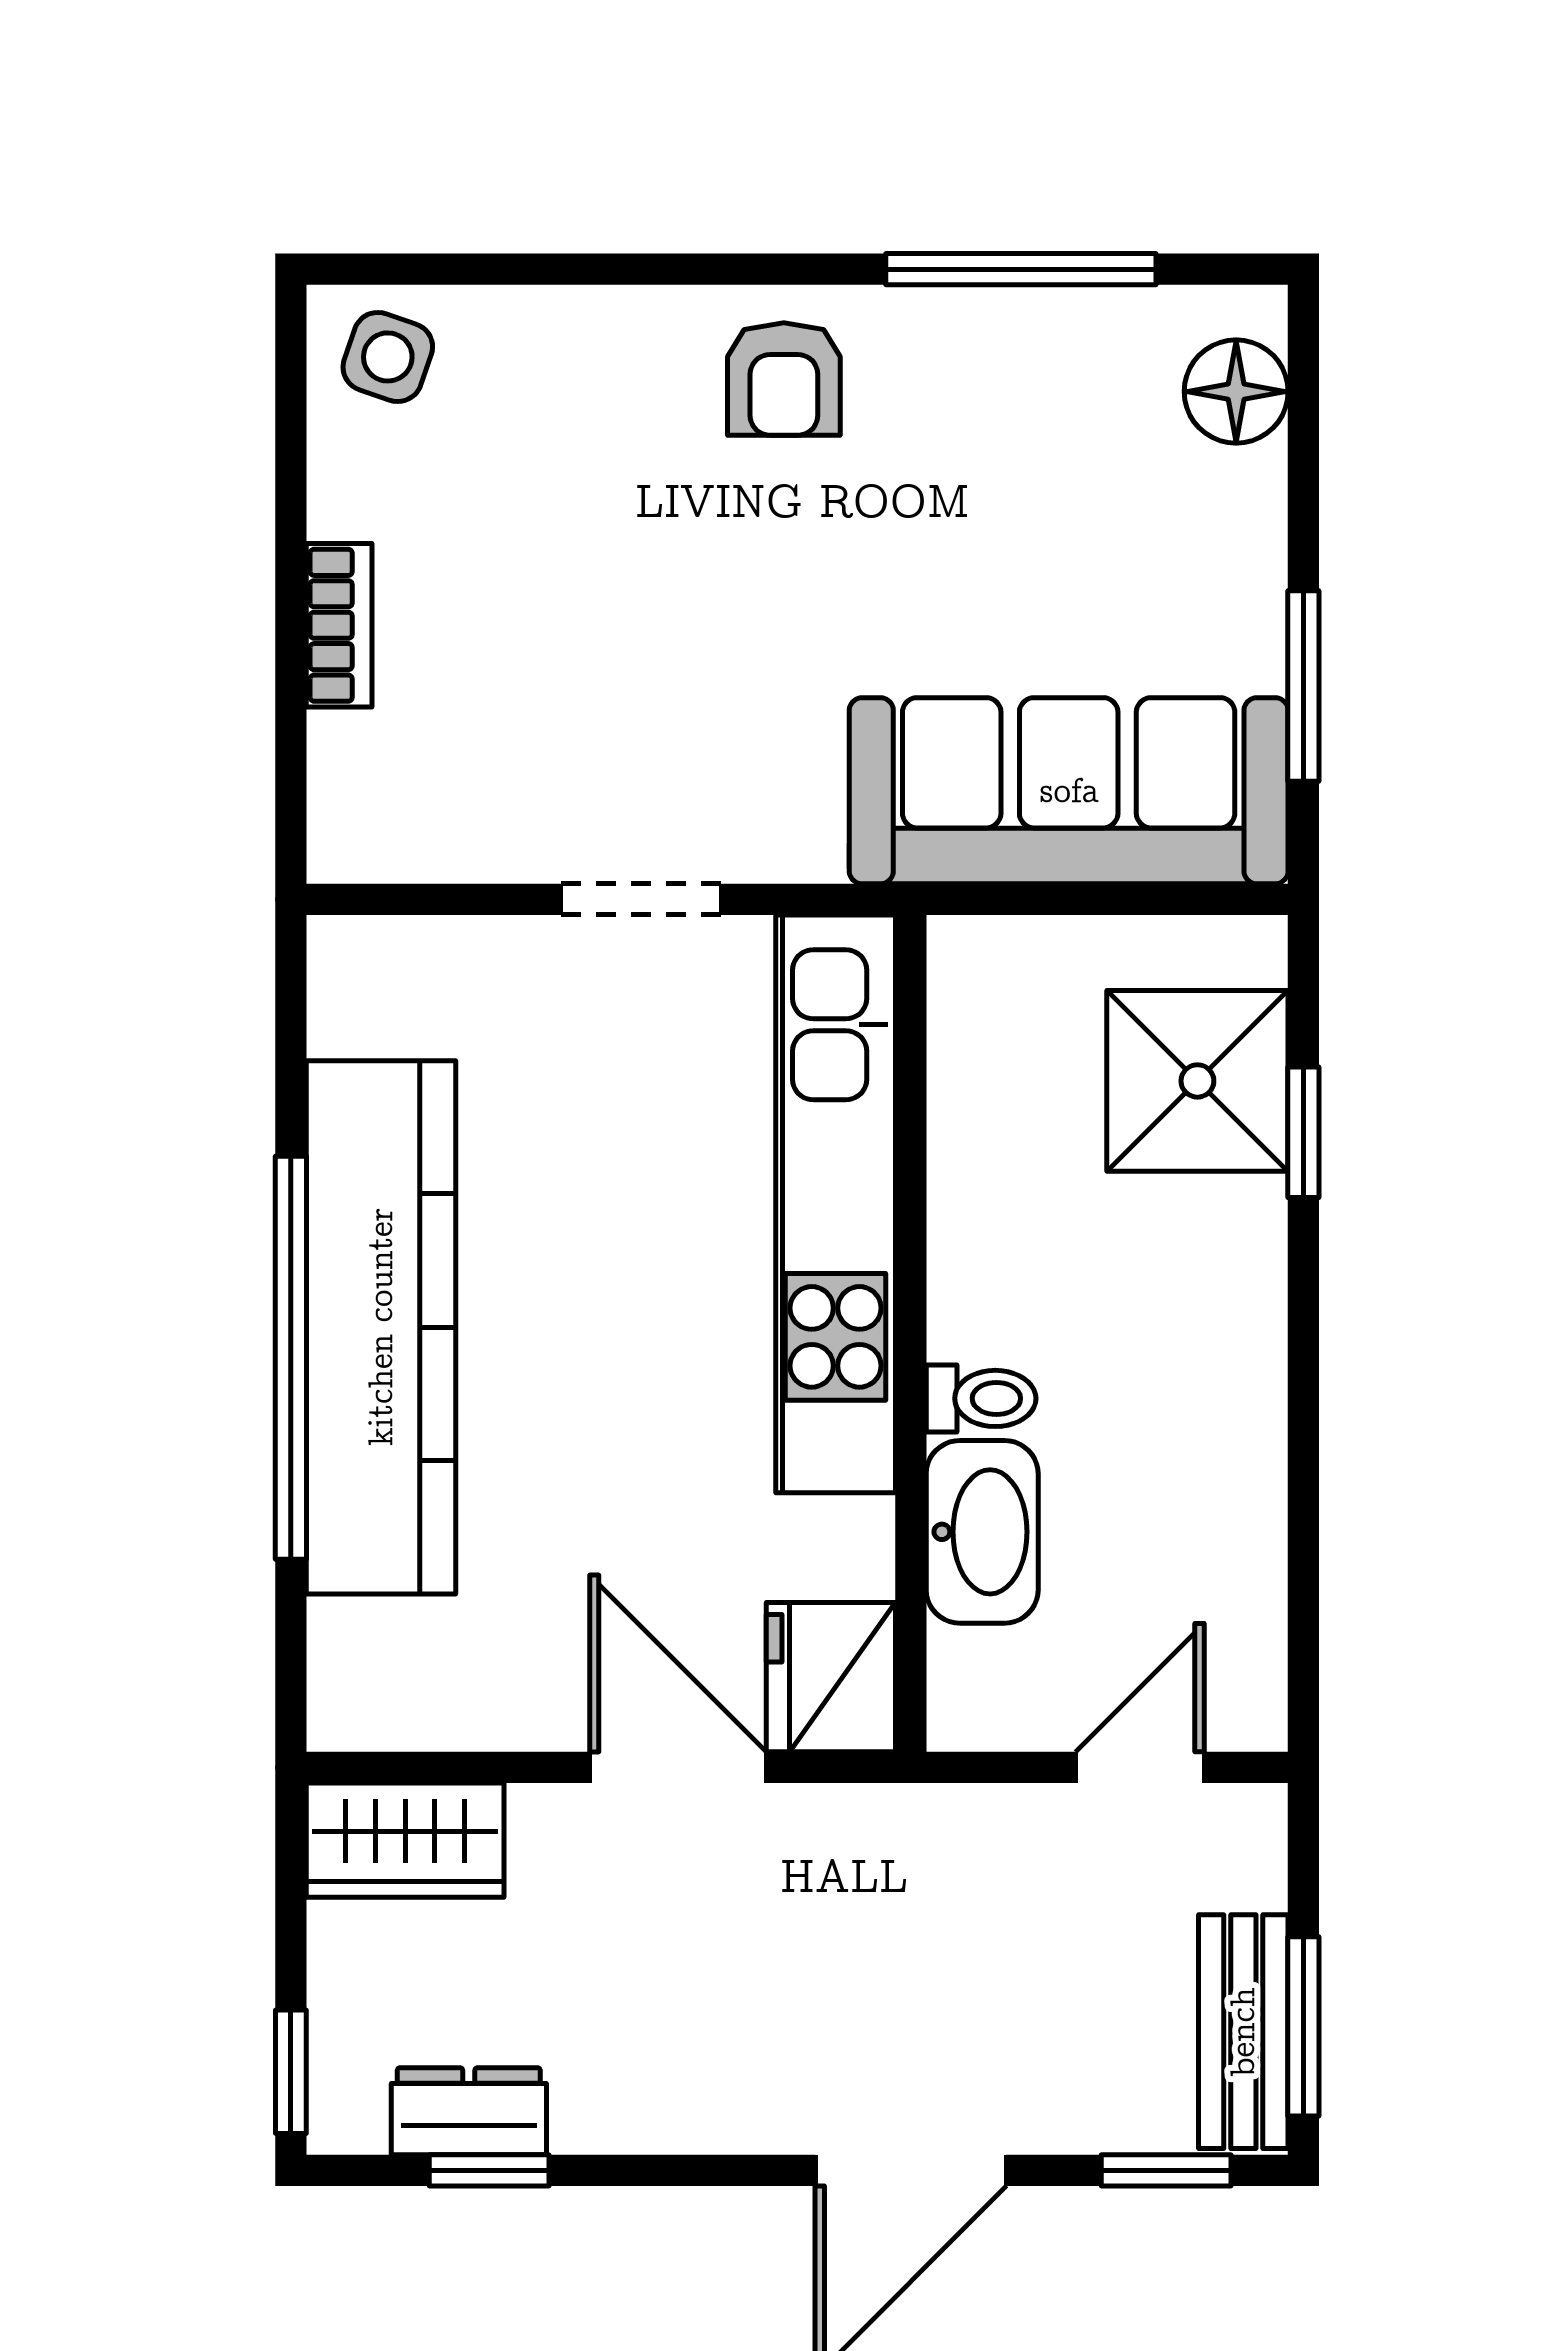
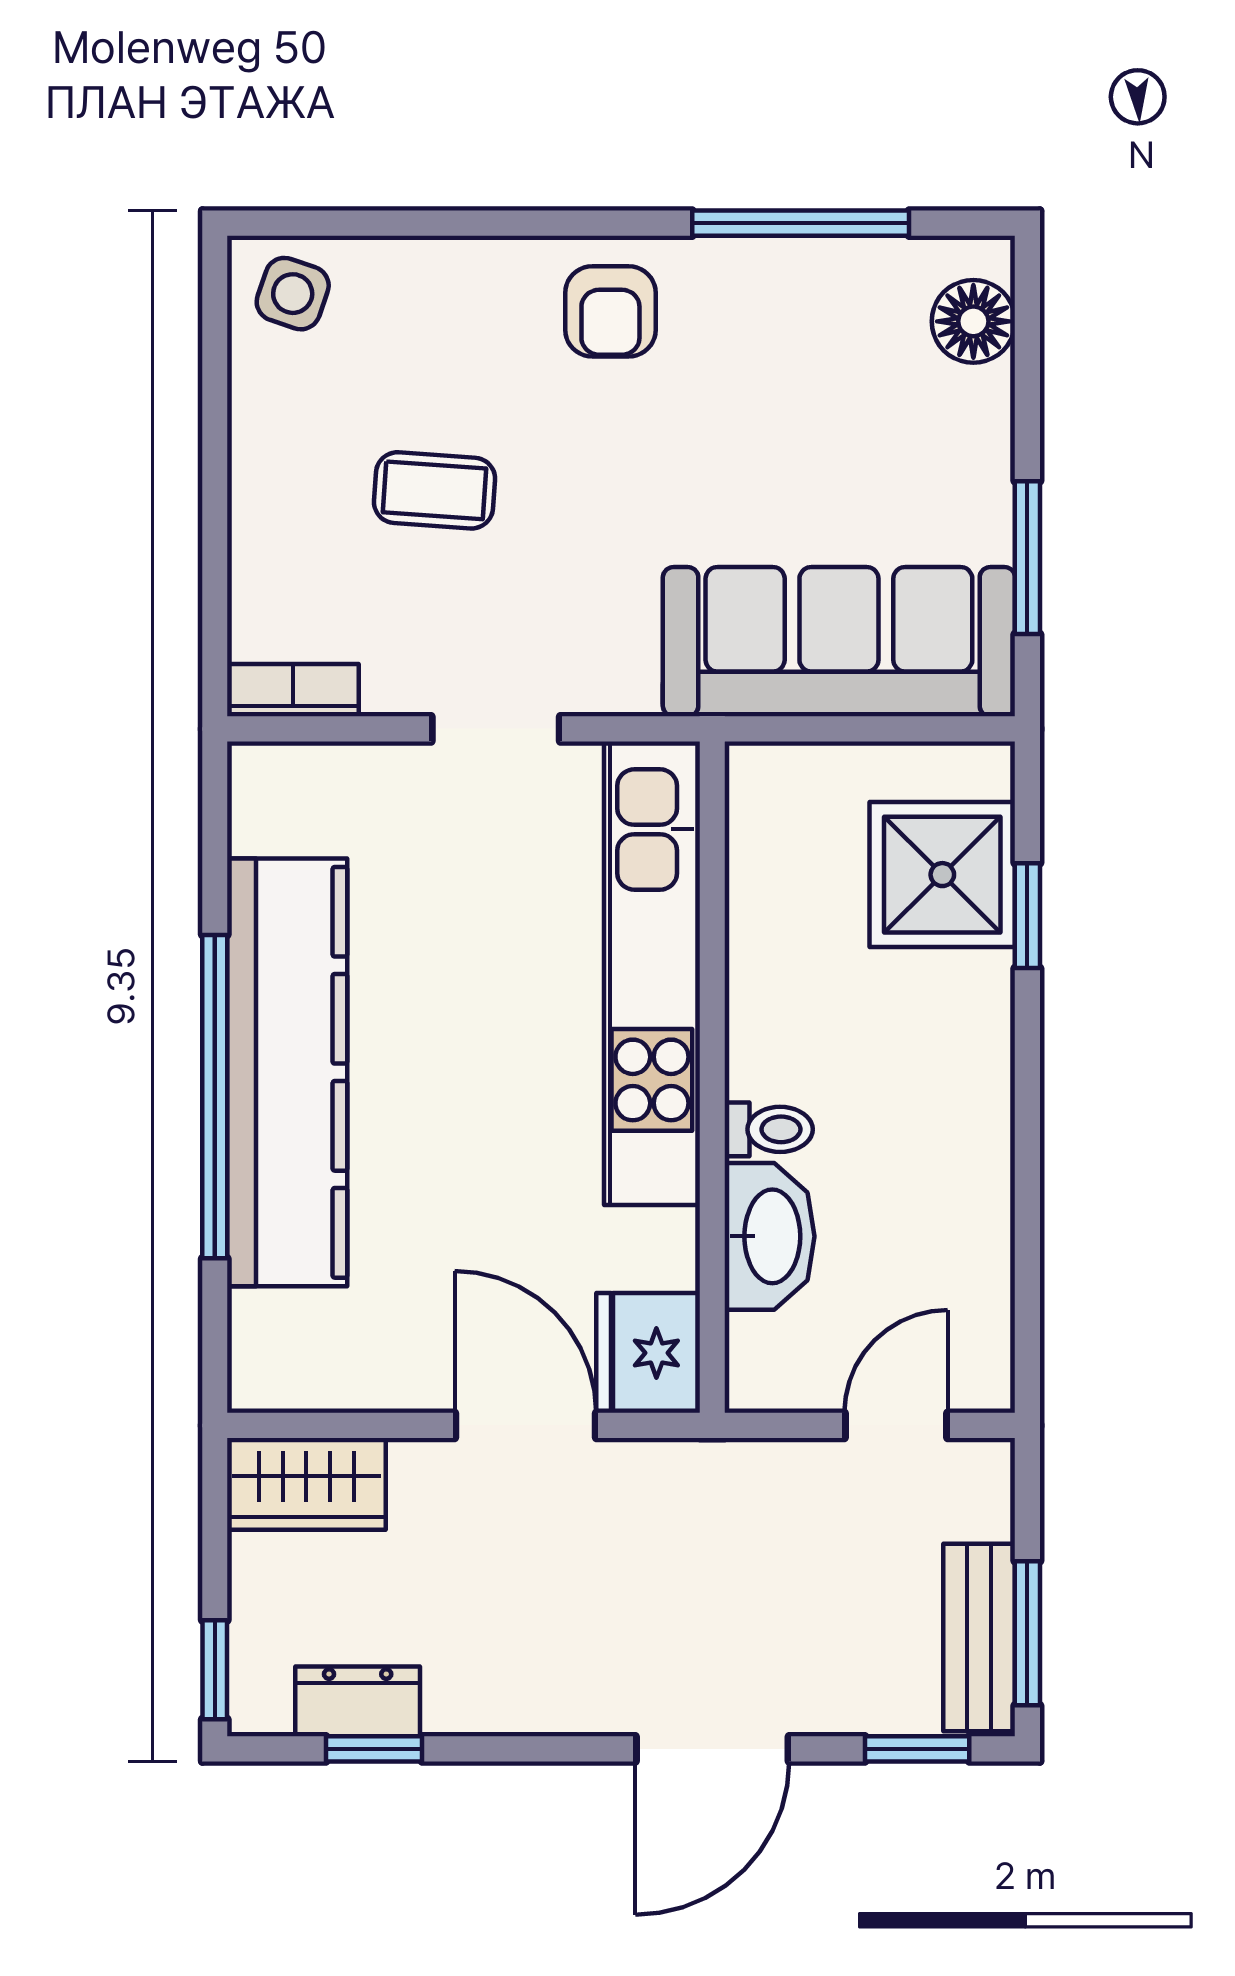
coffee table: (565, 602) -> (435, 490), added
bookcase: (339, 625) -> (293, 690), moved, turned -90

